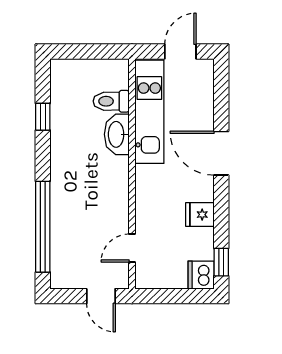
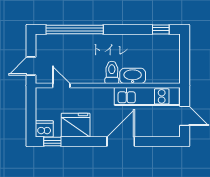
toilet: (111, 101) -> (112, 72), moved
window: (43, 117) -> (161, 29), moved
fridge: (200, 215) -> (76, 125), width x1.88, depth x1.34

